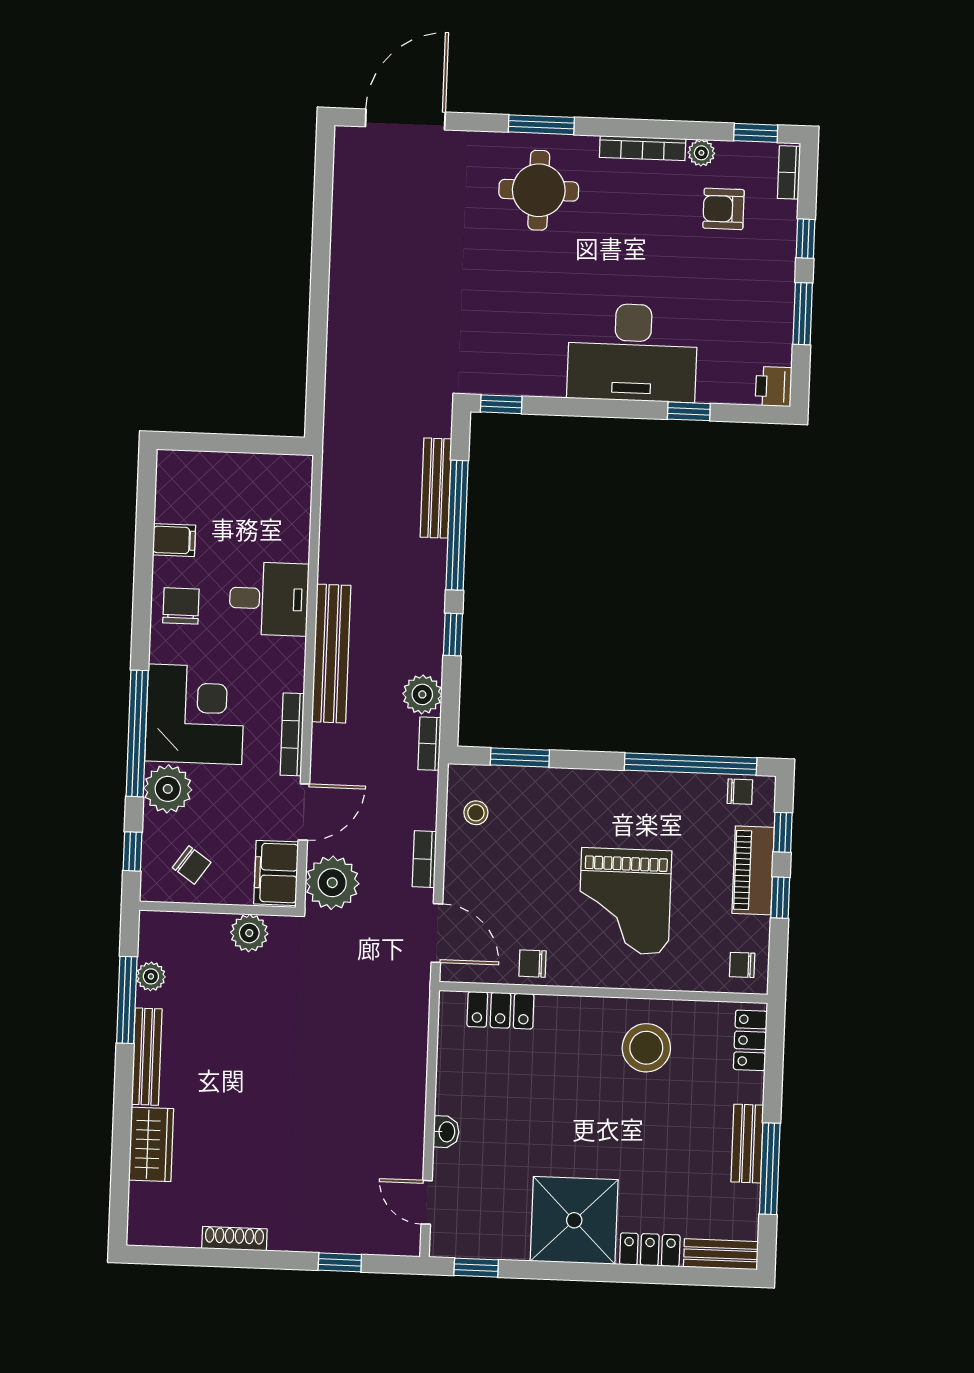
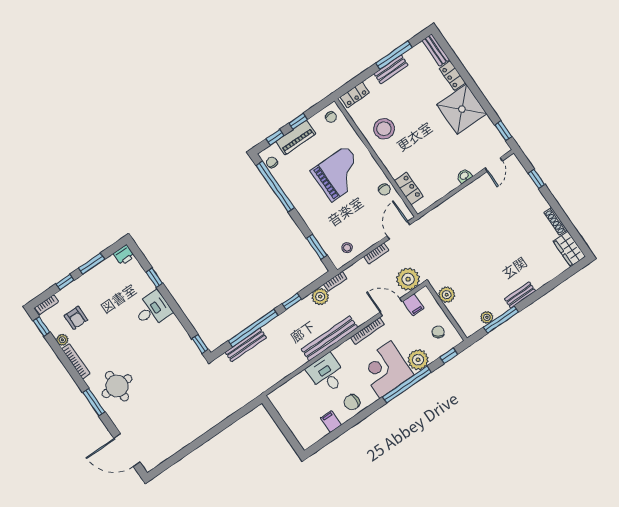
desk: (632, 353) -> (153, 310), width x0.53, depth x0.77
filing cabinet: (276, 873) -> (413, 305), width x0.50
bench: (147, 1057) -> (520, 295), width x0.73
wardrobe: (151, 1144) -> (569, 249), moved, turned -90

